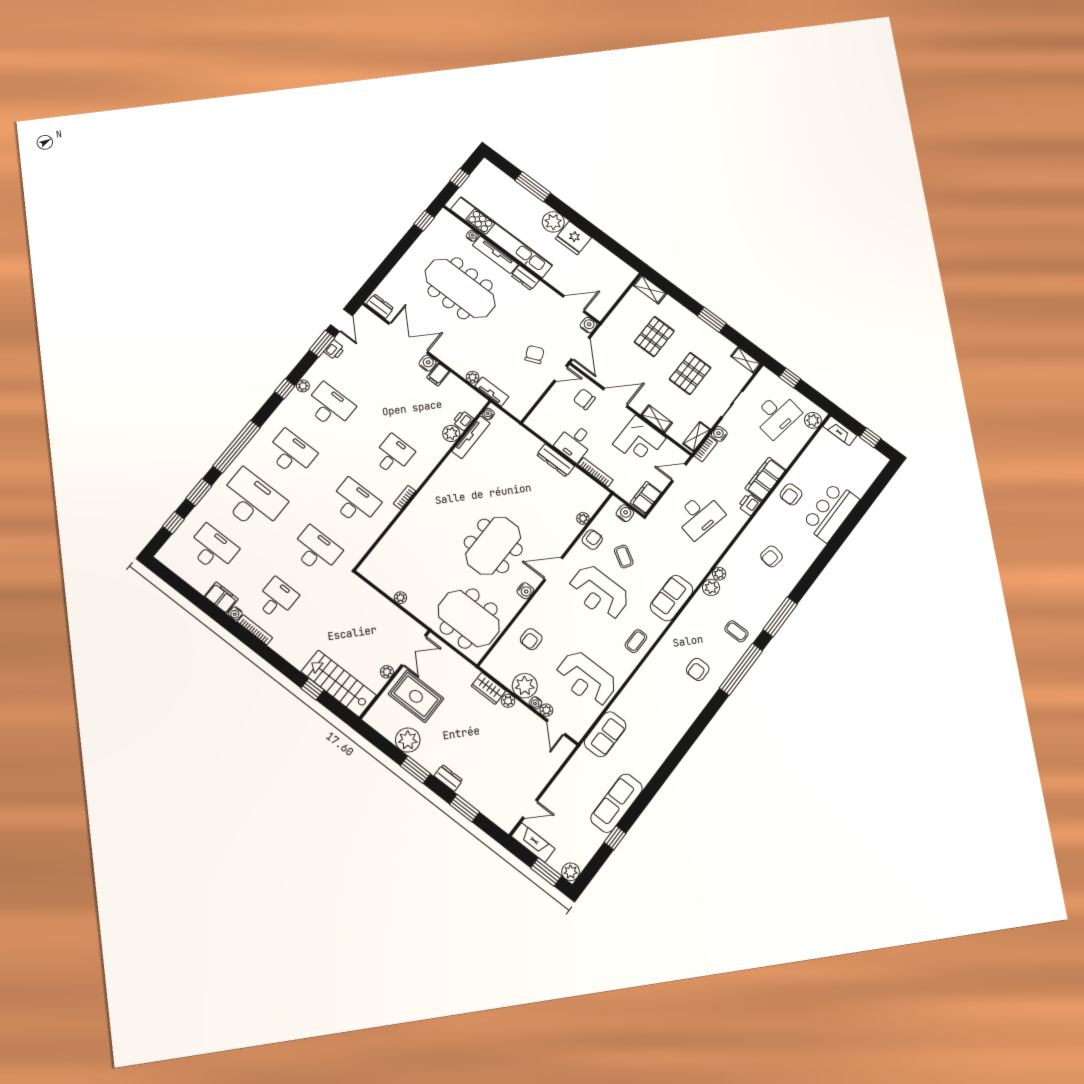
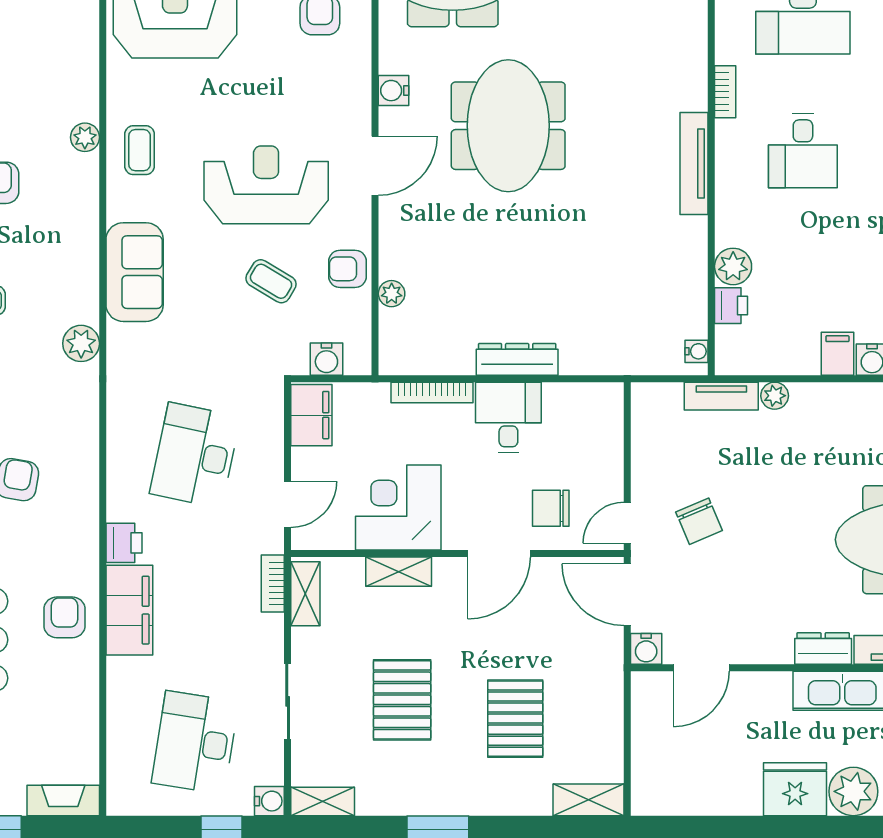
chair: (584, 399) -> (551, 508), turned 180
plant: (813, 420) -> (124, 782), removed
water cooler: (719, 434) -> (269, 801), moved
tv unit: (471, 437) -> (694, 163), moved
armchair: (592, 540) -> (347, 269), turned 90
plant: (719, 574) -> (85, 137), moved

